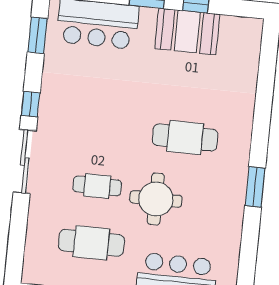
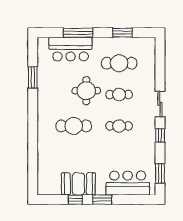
cafe table: (103, 129) -> (119, 126), added
sliding door: (25, 161) -> (160, 104), width x0.73
window: (255, 187) -> (33, 77), moved

